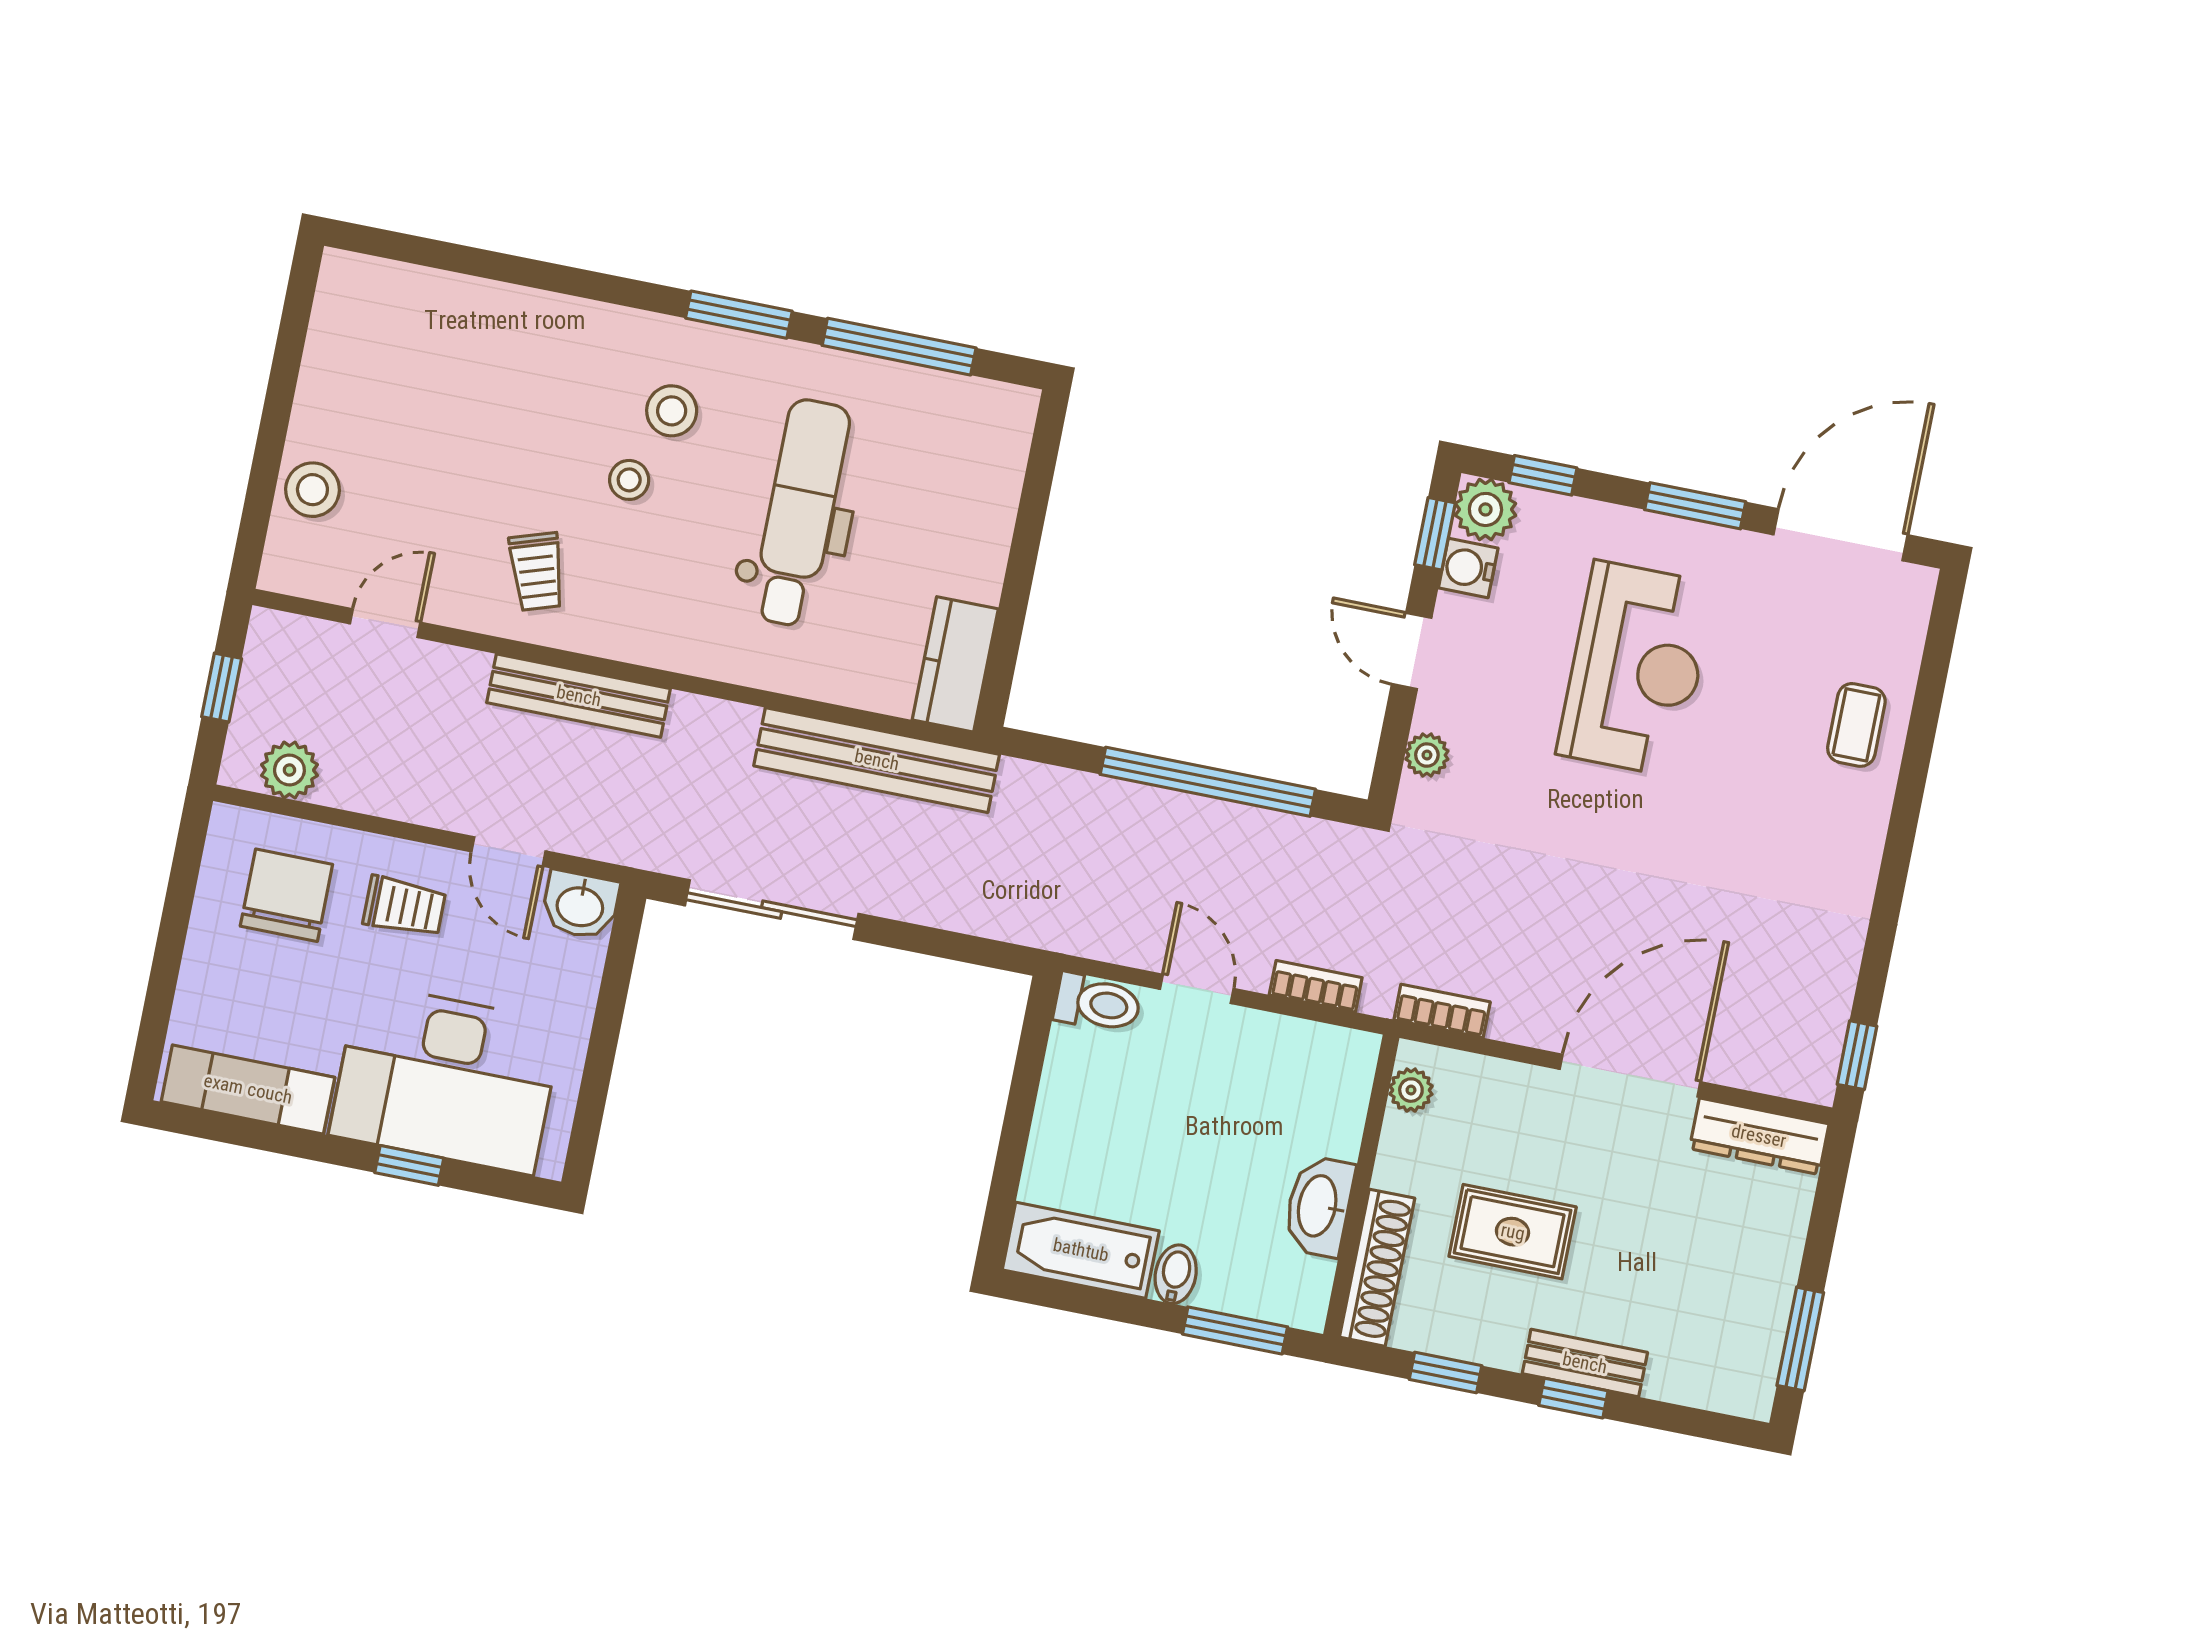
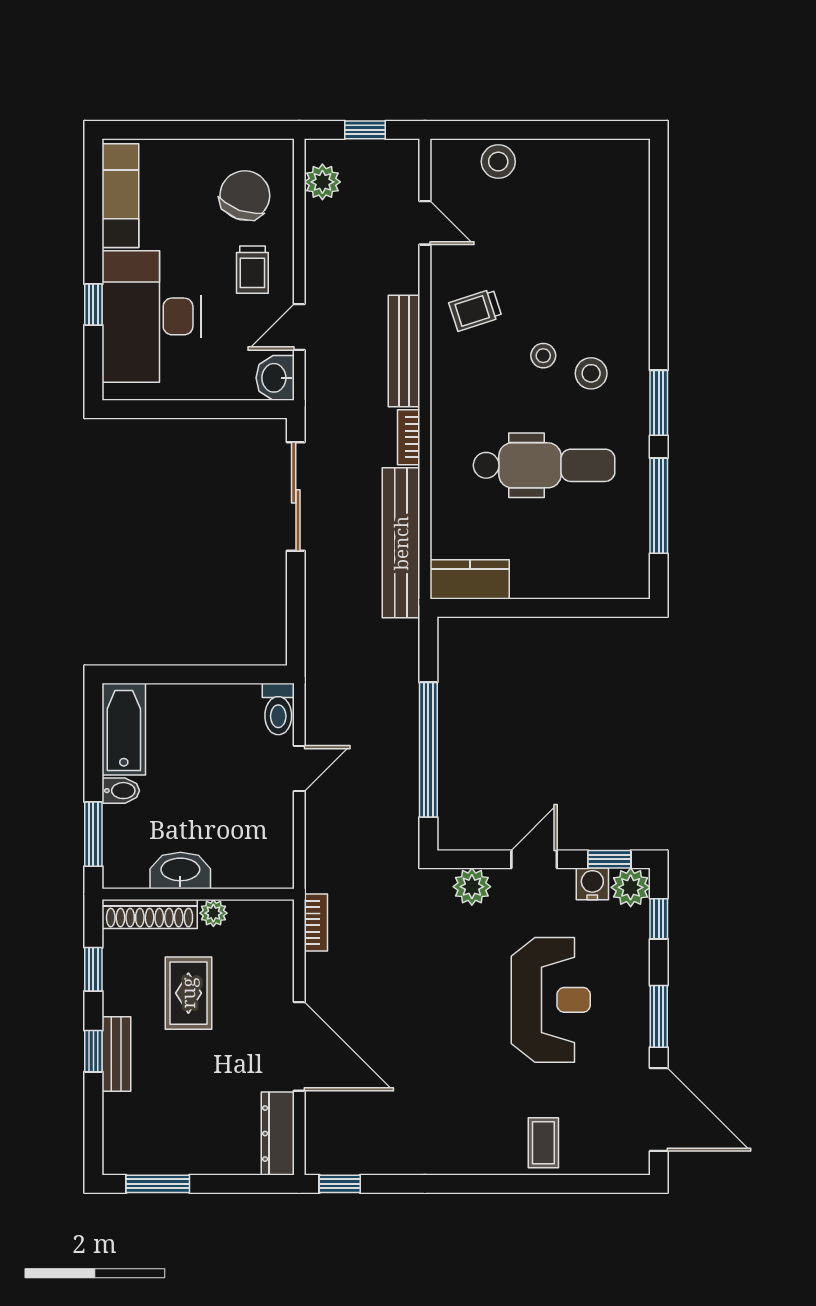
reception desk: (1636, 669) -> (551, 1000), turned -90
coffee table: (1856, 725) -> (543, 1143), turned 90
plant: (1427, 755) -> (472, 887), width x1.38, depth x1.38
chair: (286, 895) -> (245, 195), turned -70
bookcase: (1316, 986) -> (409, 437), moved, turned 180
plant: (1411, 1090) -> (213, 913), moved

